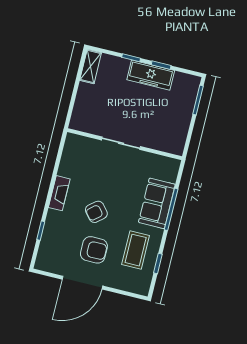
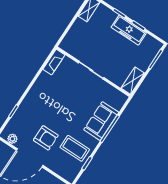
shelving: (179, 138) -> (133, 81), added
fireplace: (59, 193) -> (54, 62), moved
armchair: (96, 212) -> (57, 112), removed
coffee table: (136, 250) -> (75, 148), turned 90
plant: (52, 266) -> (12, 139), added

